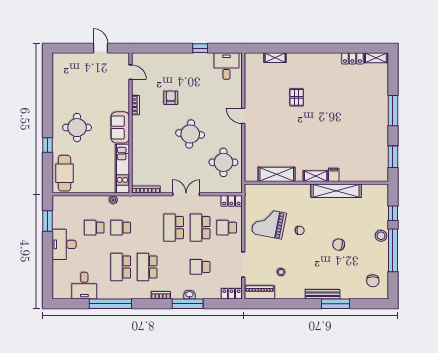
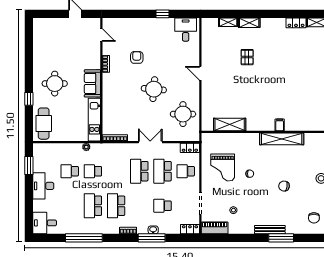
shelving: (316, 176) -> (249, 23), moved
grand piano: (269, 223) -> (223, 167), turned -101
desk: (84, 286) -> (45, 223), moved, turned 90

